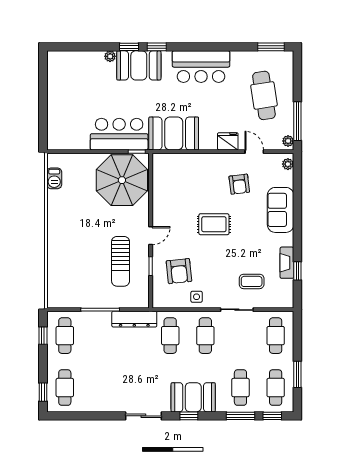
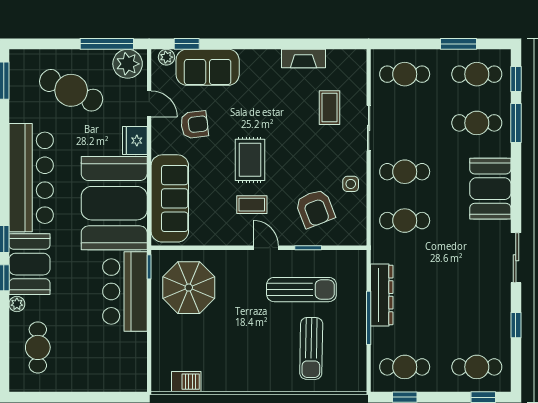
bar counter: (201, 67) -> (31, 178), width x1.36
cafe table: (79, 71) -> (38, 347), added
cafe table: (264, 95) -> (71, 90), turned 34
booth: (174, 133) -> (114, 203), width x1.36, depth x1.42
plant: (288, 141) -> (128, 64), width x1.88, depth x1.88
door: (254, 152) -> (149, 104), swing flipped
sofa: (186, 166) -> (170, 198), added
parasol: (122, 180) -> (189, 288), width x0.73, depth x0.73
sofa: (281, 210) -> (208, 67), moved
coffee table: (182, 226) -> (252, 205), added
sun lounger: (78, 268) -> (311, 348), added
armchair: (179, 271) -> (315, 208), turned 75
window: (297, 271) -> (187, 44), moved
dresser: (134, 319) -> (382, 295), moved
window: (189, 416) -> (516, 325), moved

